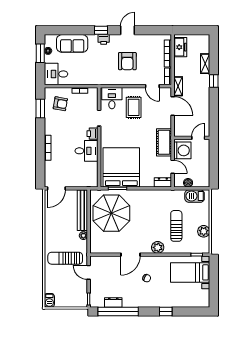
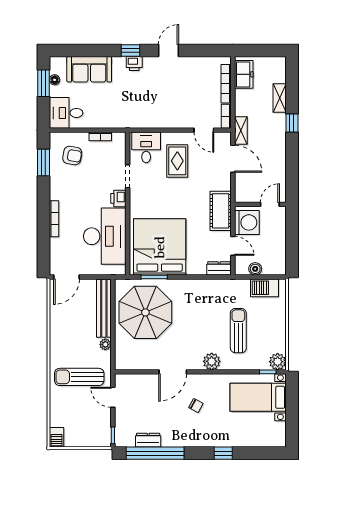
armchair: (127, 61) -> (168, 95), removed
desk: (86, 151) -> (105, 236), width x1.87, depth x1.30
plant: (204, 231) -> (278, 362), moved

